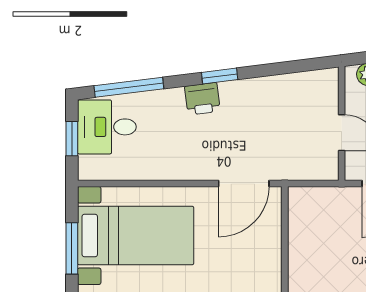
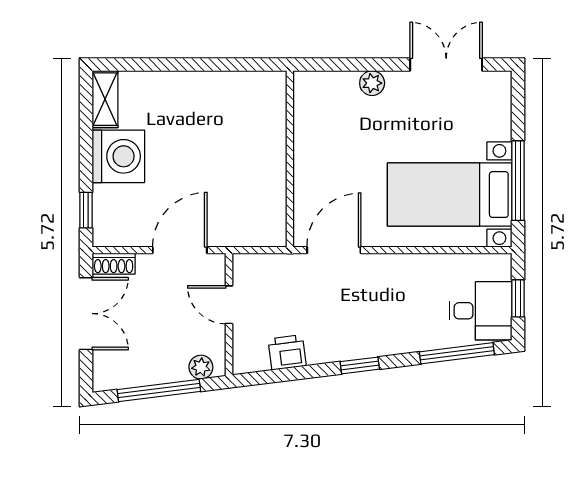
printer: (202, 99) -> (287, 352), moved
window: (72, 248) -> (518, 181), width x1.44

